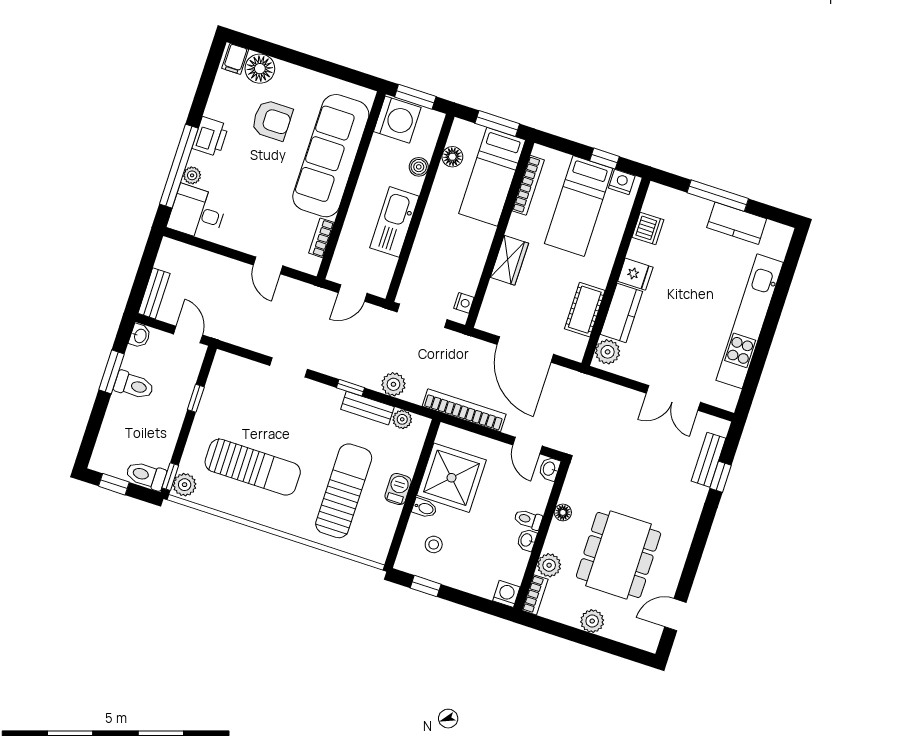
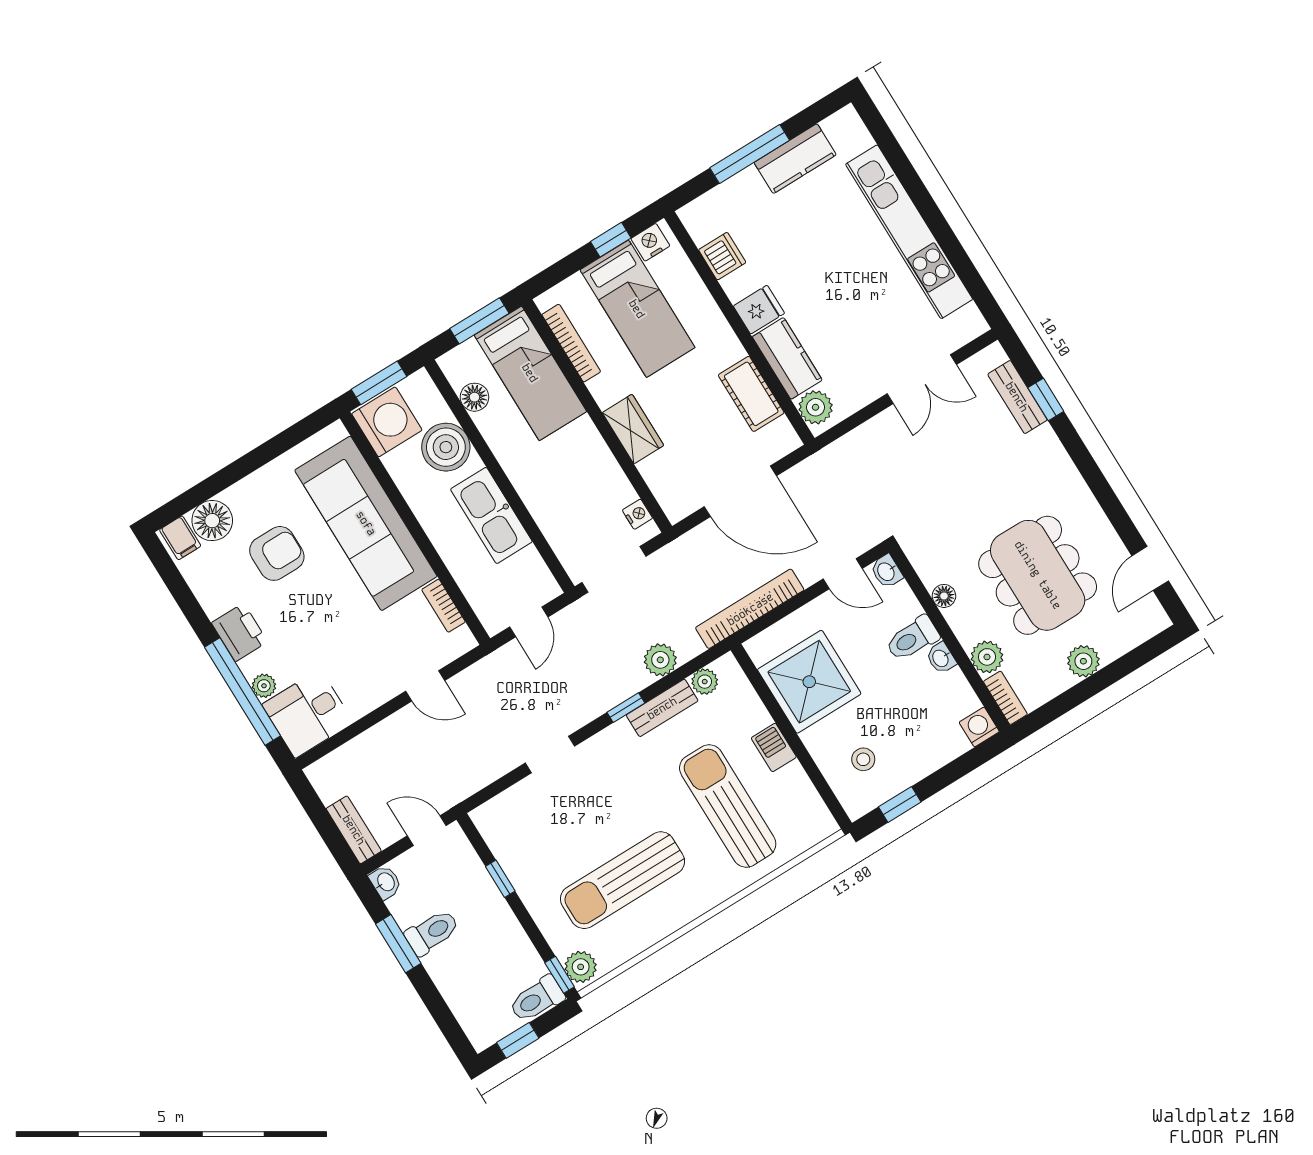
boiler: (419, 167) -> (446, 447), width x1.86, depth x1.86
sun lounger: (253, 467) -> (622, 880), turned 180
bidet: (424, 508) -> (817, 737), removed
toilet: (528, 519) -> (912, 639), width x1.37, depth x1.39

